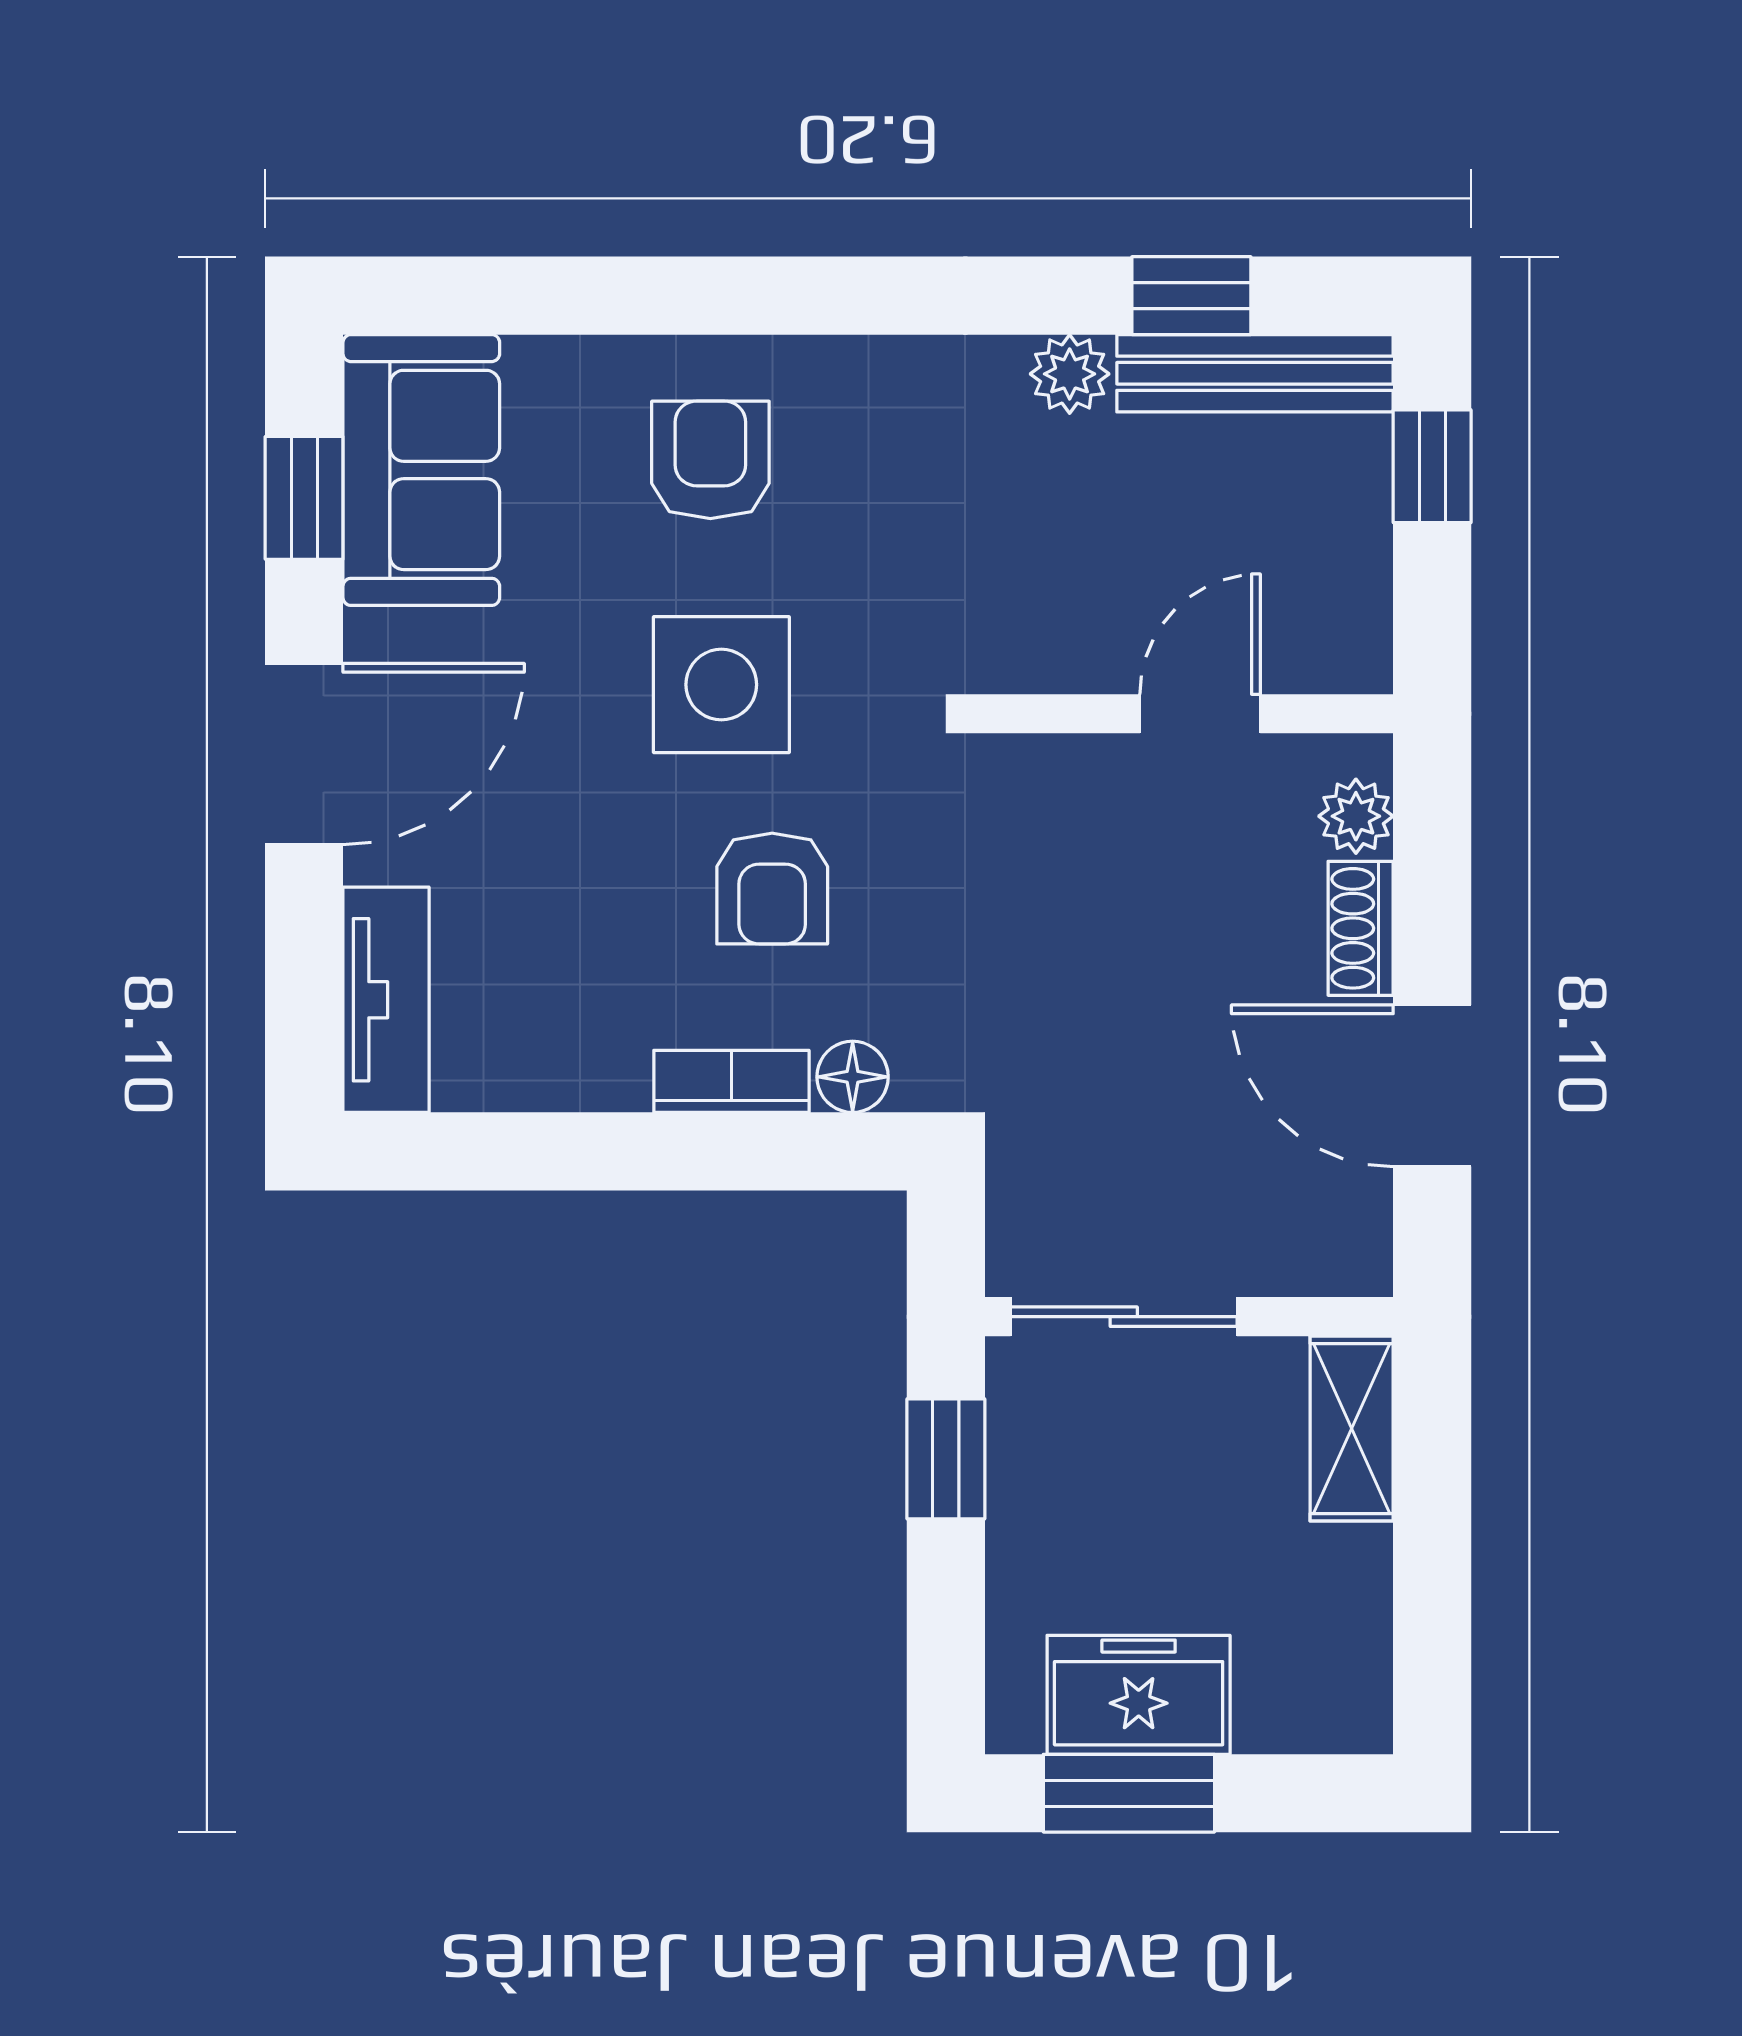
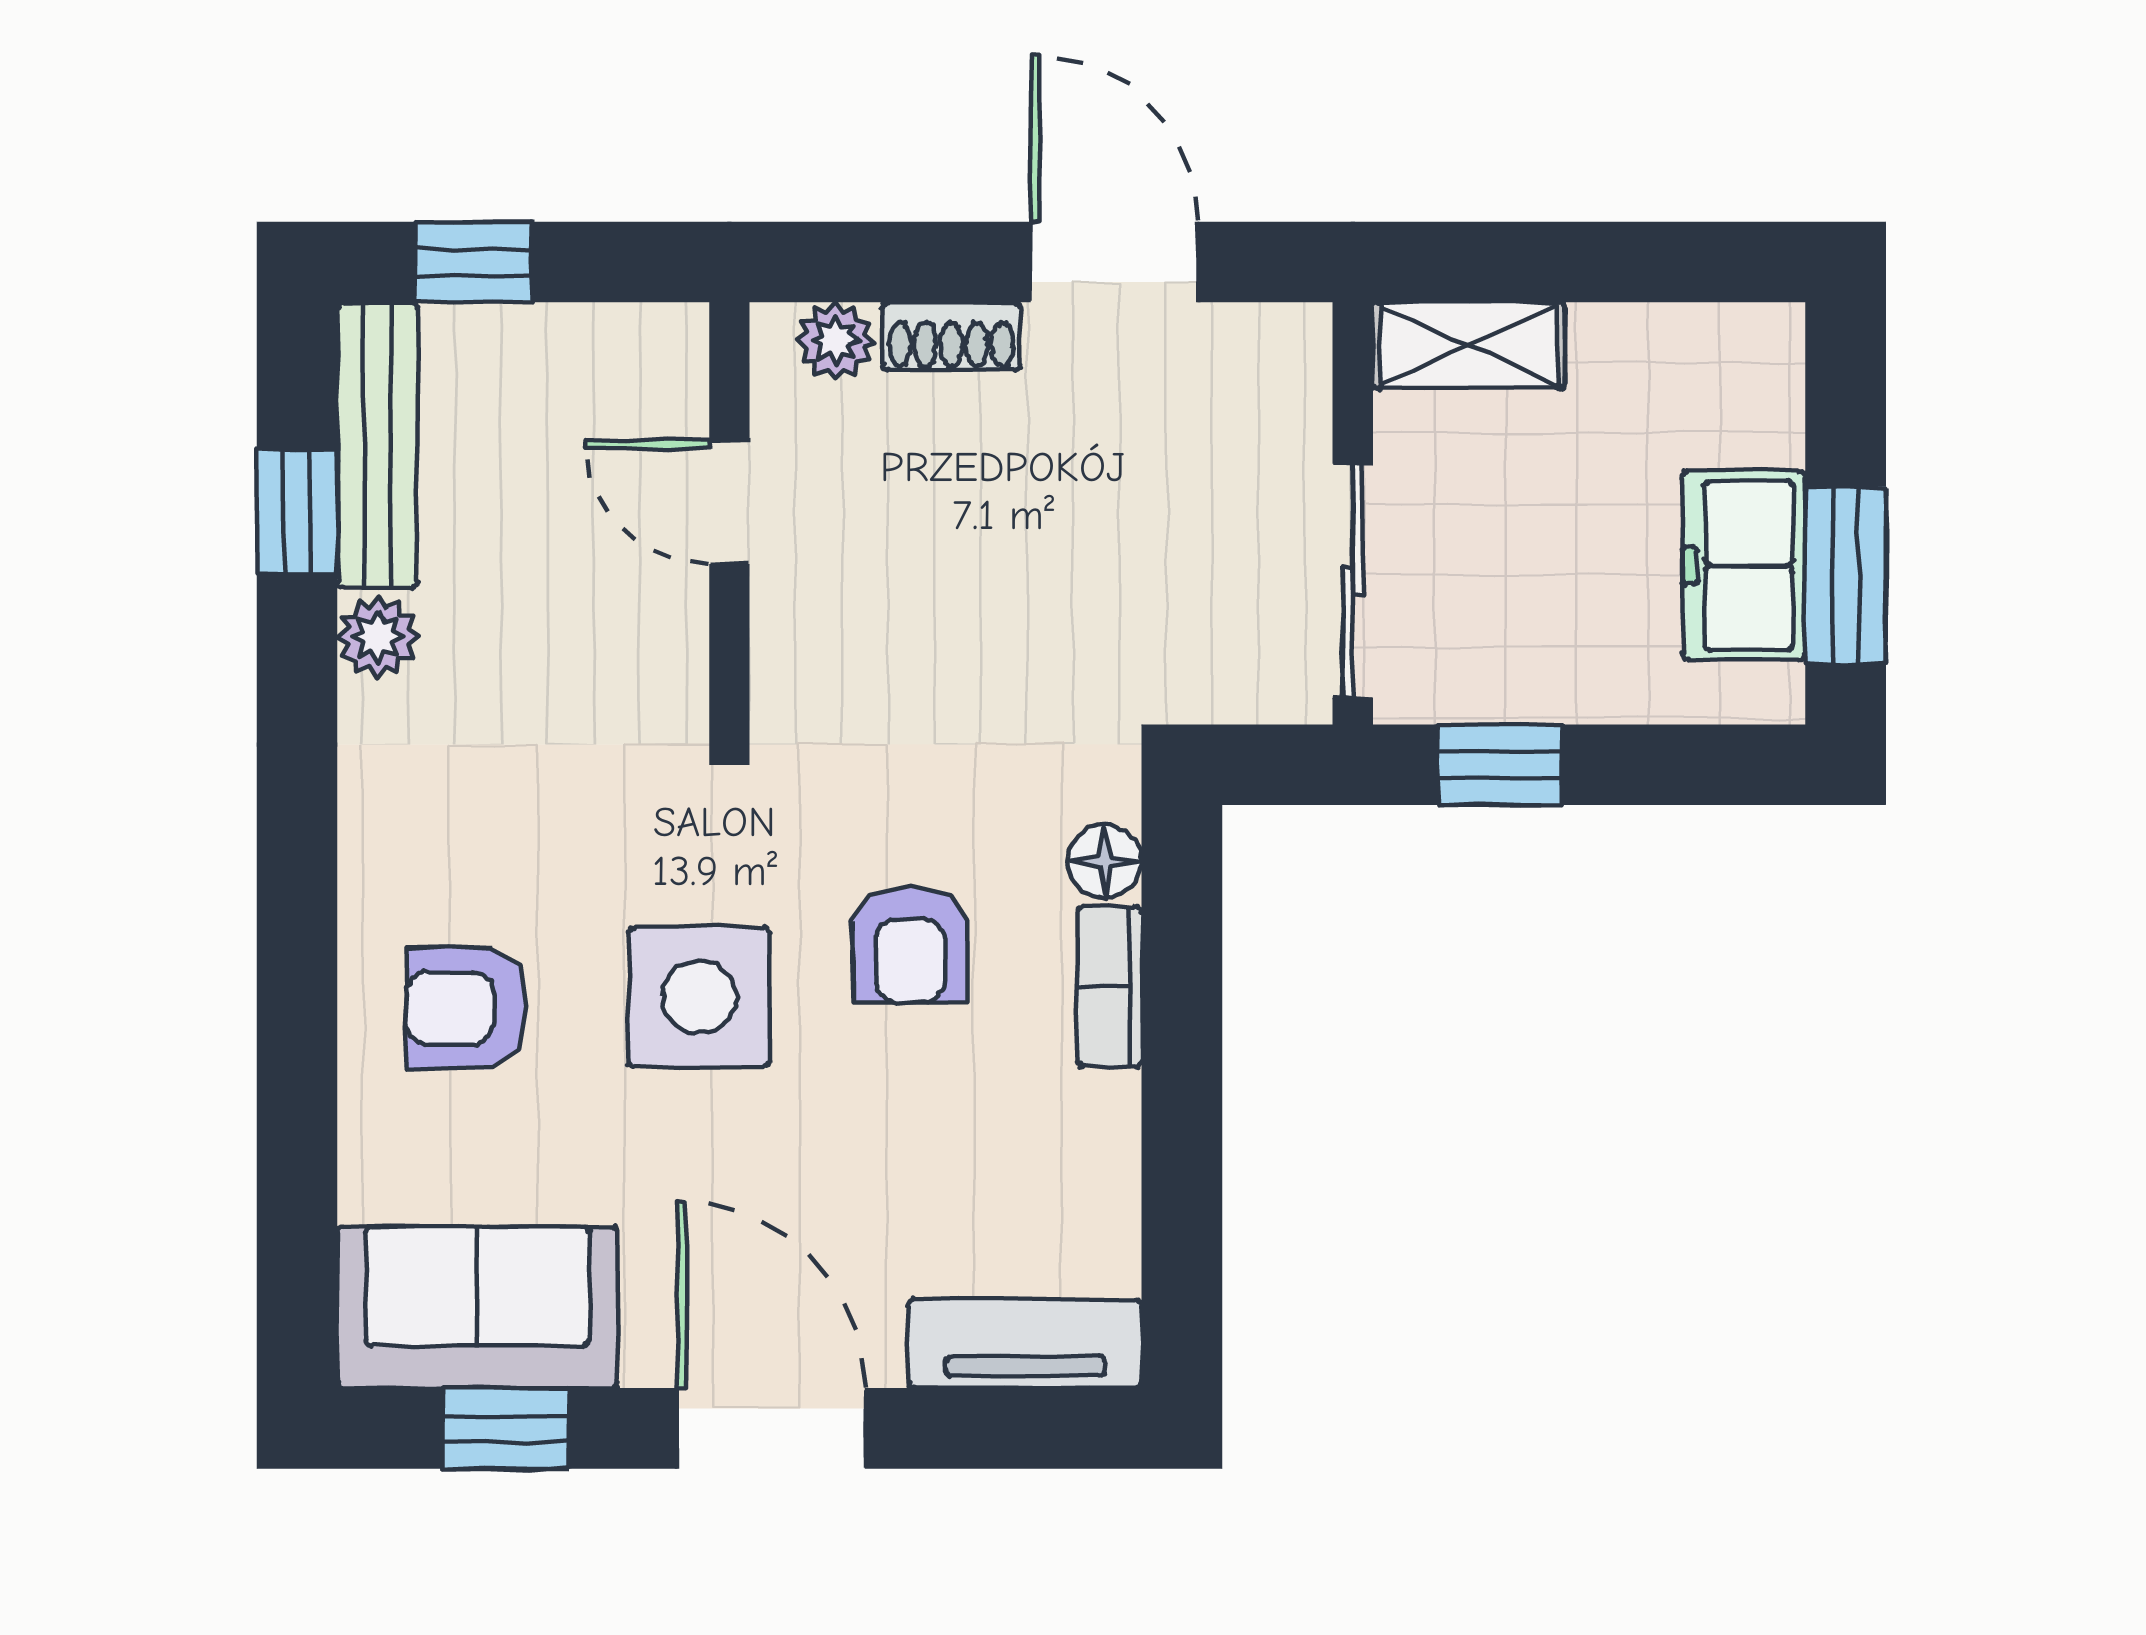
armchair: (772, 889) -> (910, 944), turned 90
door: (1432, 1086) -> (1114, 262), swing flipped

